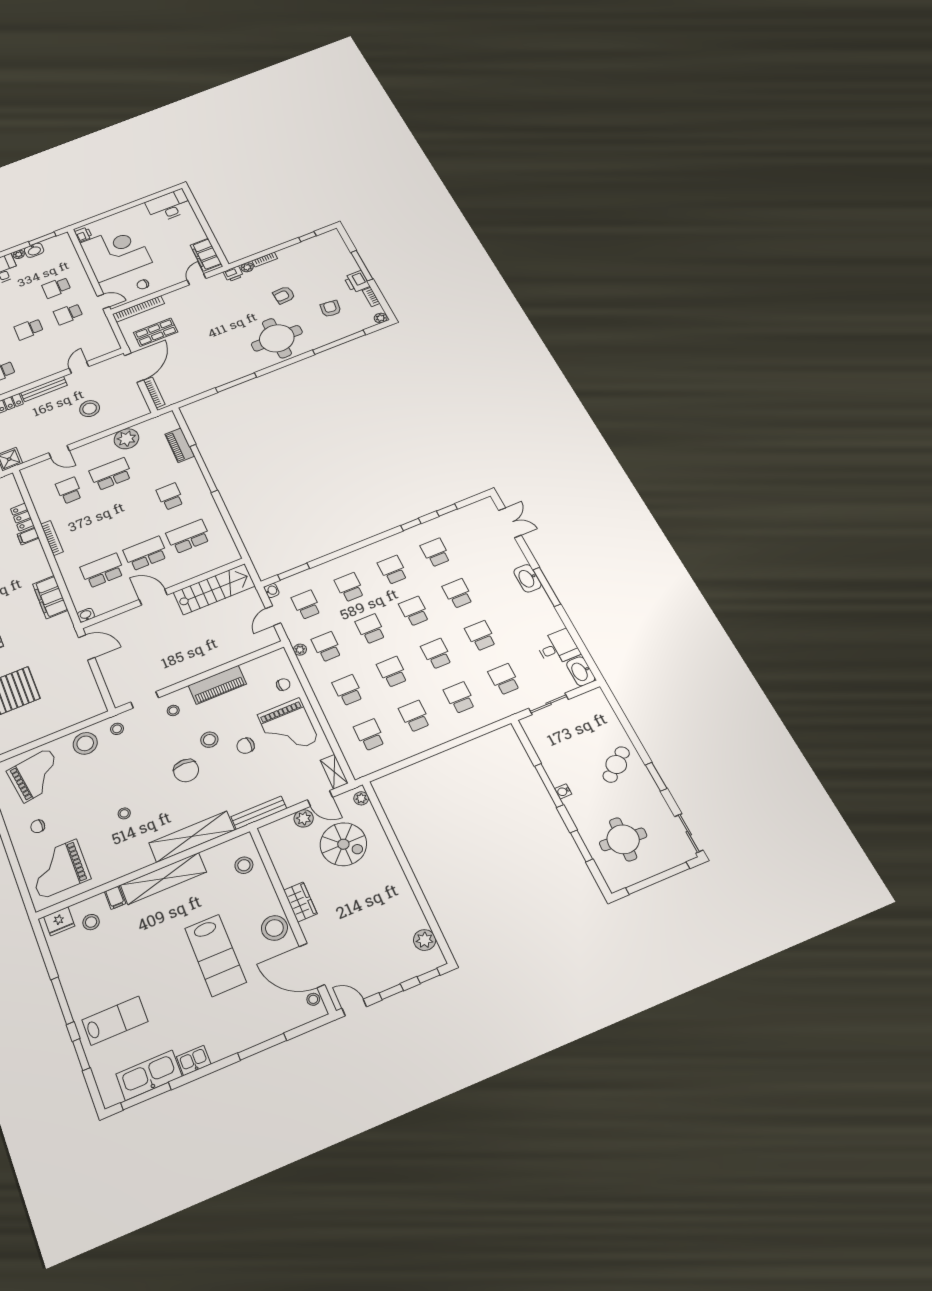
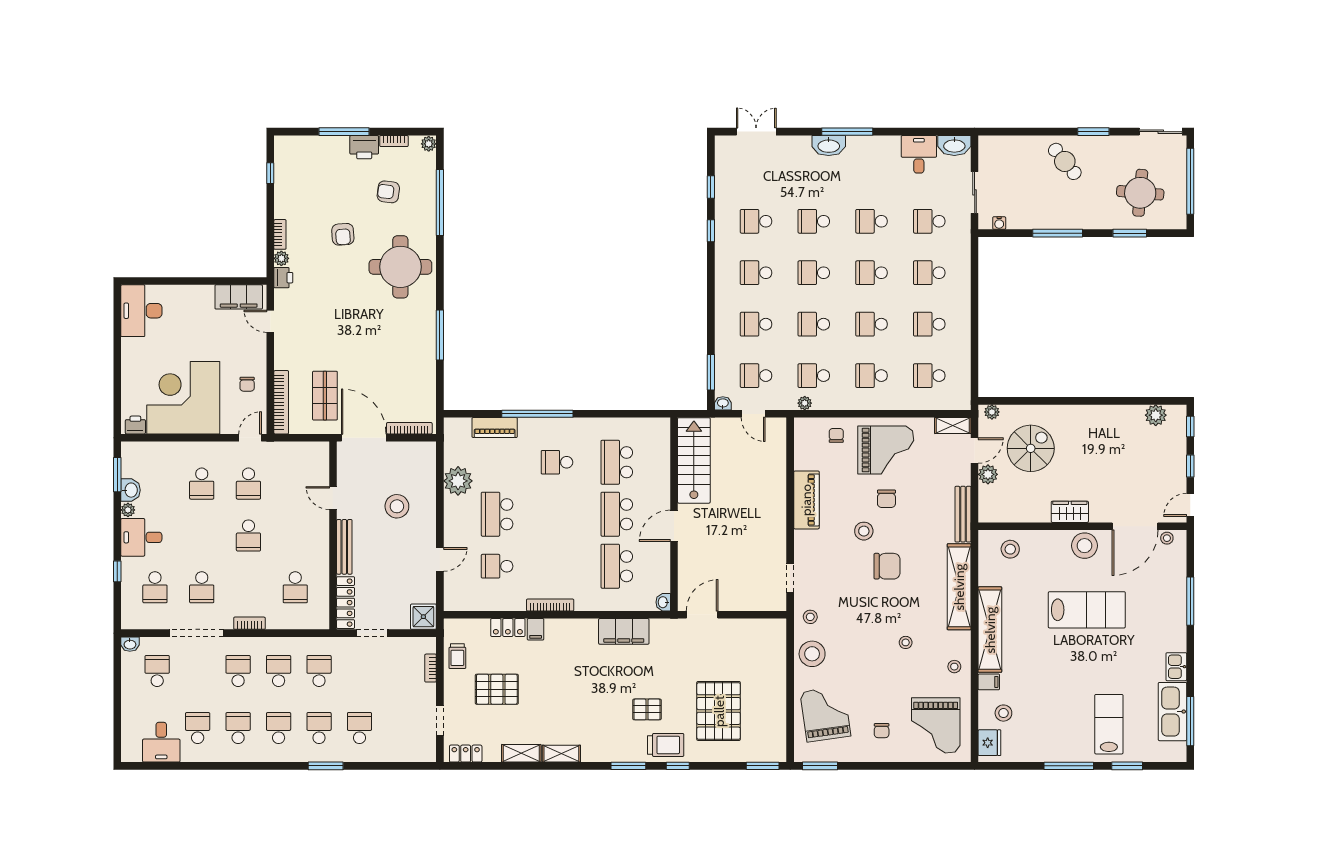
stool: (173, 710) -> (954, 667), moved
water cooler: (563, 791) -> (999, 223), moved

